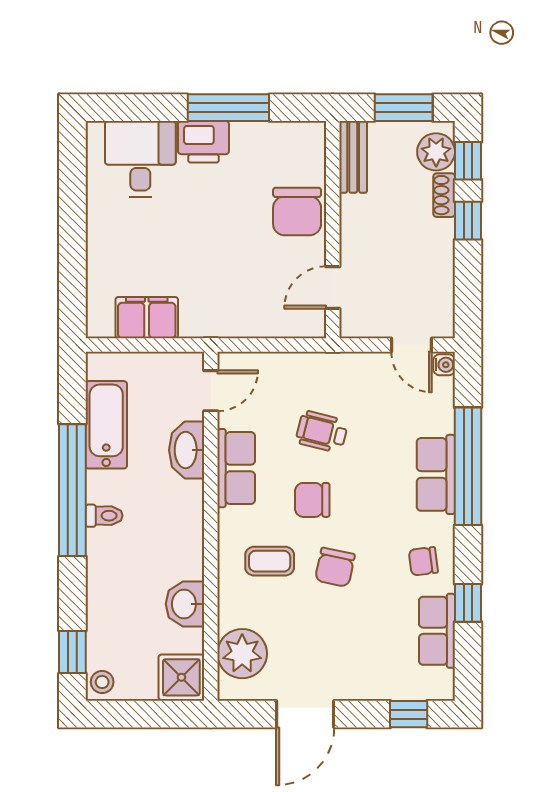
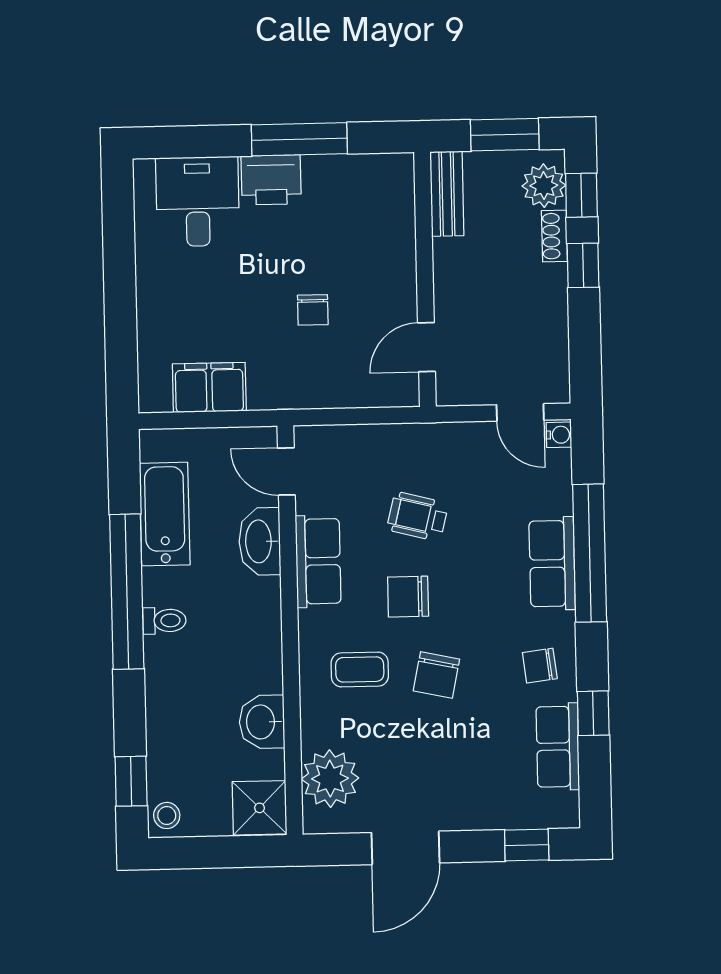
chair: (297, 212) -> (313, 310), moved, width x0.54, depth x0.54
door: (211, 391) -> (286, 471), swing flipped

